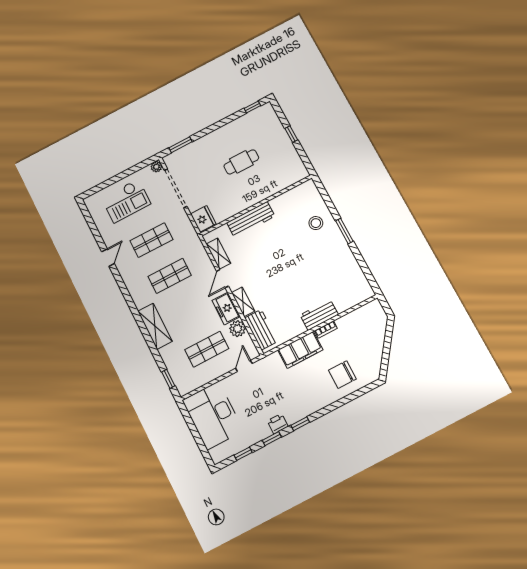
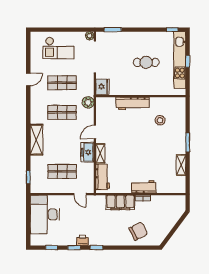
kitchen unit: (281, 138) -> (180, 60), added
stool: (316, 223) -> (160, 120), moved
shelving: (218, 254) -> (181, 165), moved
plant: (238, 329) -> (88, 102), moved
door: (244, 366) -> (80, 194), swing flipped
chair: (342, 375) -> (138, 231), turned 153

